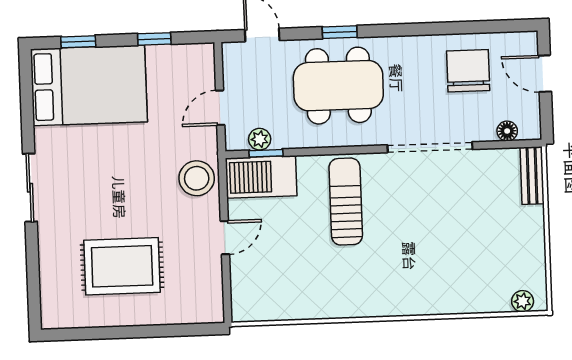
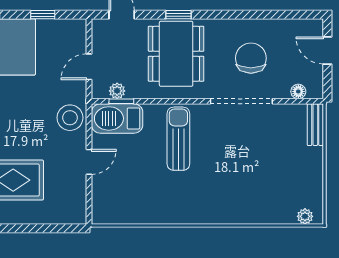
chair: (468, 71) -> (251, 58), moved
dining table: (338, 86) -> (176, 54), turned 90

